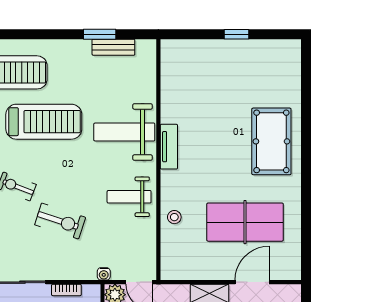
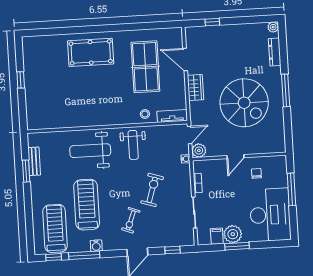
weight bench: (124, 132) -> (90, 151), turned 90
tv unit: (169, 147) -> (172, 116), moved

